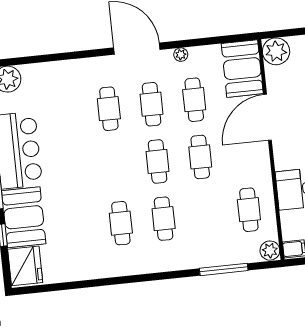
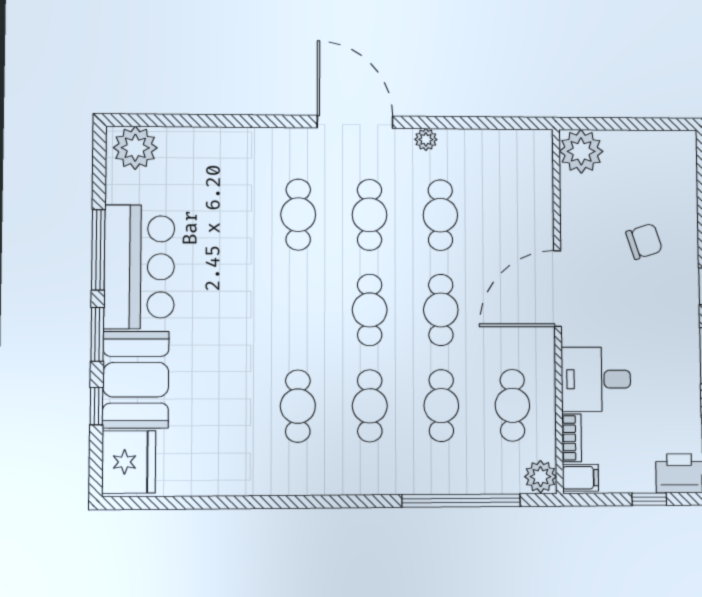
booth: (242, 69) -> (524, 173), removed
door: (268, 117) -> (558, 289), moved
cafe table: (206, 214) -> (441, 406), added
bookcase: (287, 226) -> (572, 438), added
window: (224, 269) -> (461, 501), width x1.46

